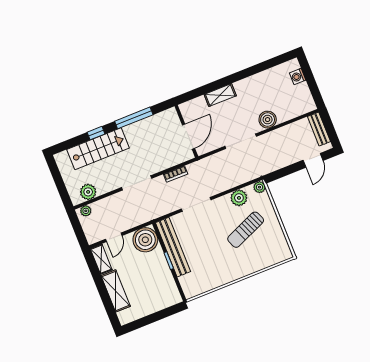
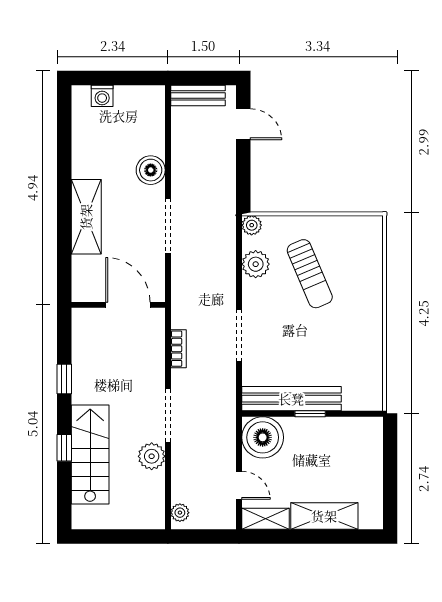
shelving: (220, 95) -> (86, 217), width x1.50, depth x1.33
window: (134, 118) -> (64, 379), width x0.46
plant: (88, 192) -> (152, 456), moved

